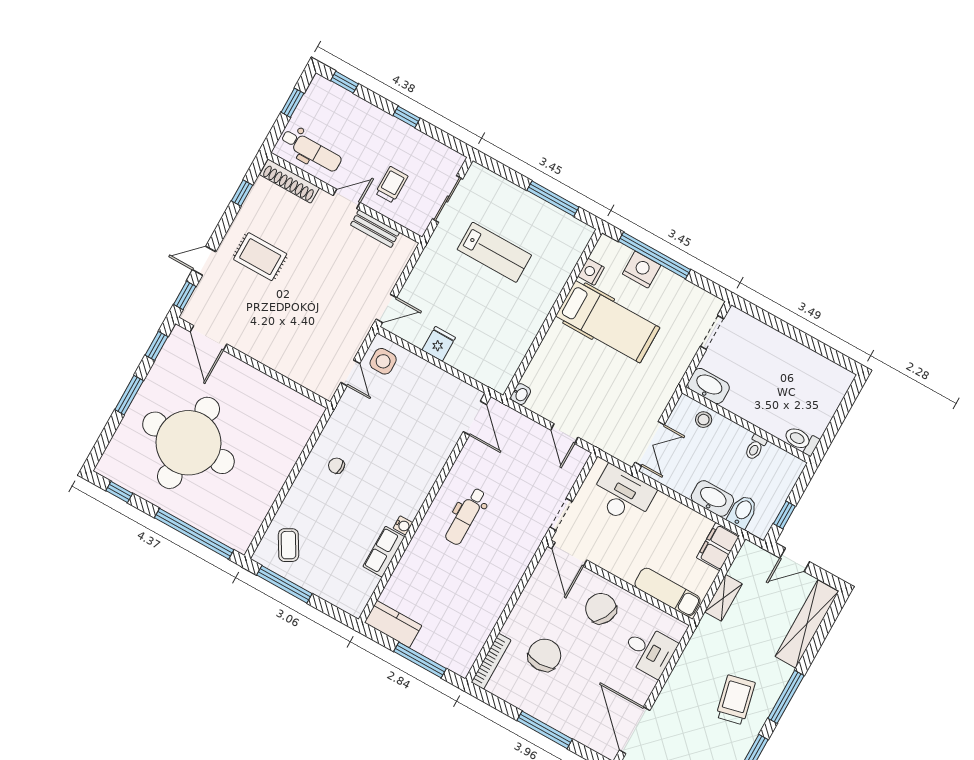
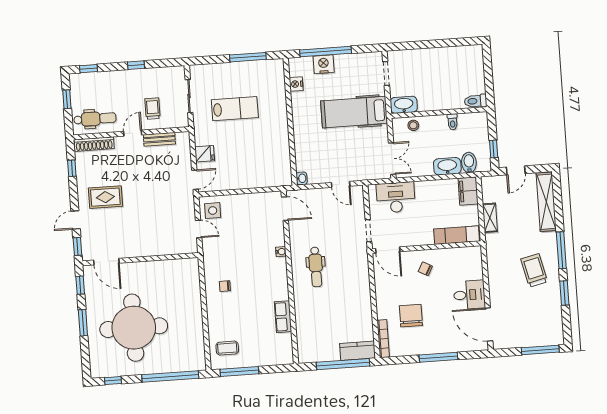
hospital bed: (608, 322) -> (354, 112), moved, turned 180
fridge: (439, 344) -> (205, 154), moved, turned 90
water cooler: (403, 525) -> (281, 252), moved
coffee table: (289, 545) -> (227, 348), turned -60
chair: (601, 609) -> (425, 269), width x0.54, depth x0.54
kitchen counter: (393, 624) -> (358, 351), moved
desk: (649, 651) -> (469, 295), moved
window: (420, 660) -> (343, 364), width x1.46

